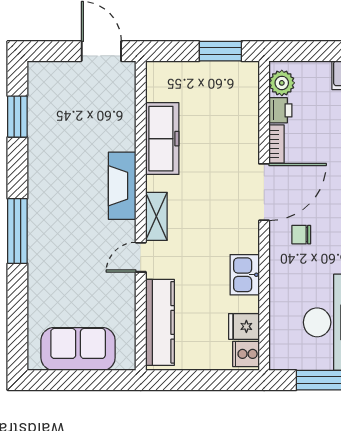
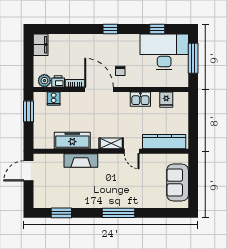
fireplace: (122, 186) -> (81, 161), moved
cooker: (246, 354) -> (54, 99), moved

